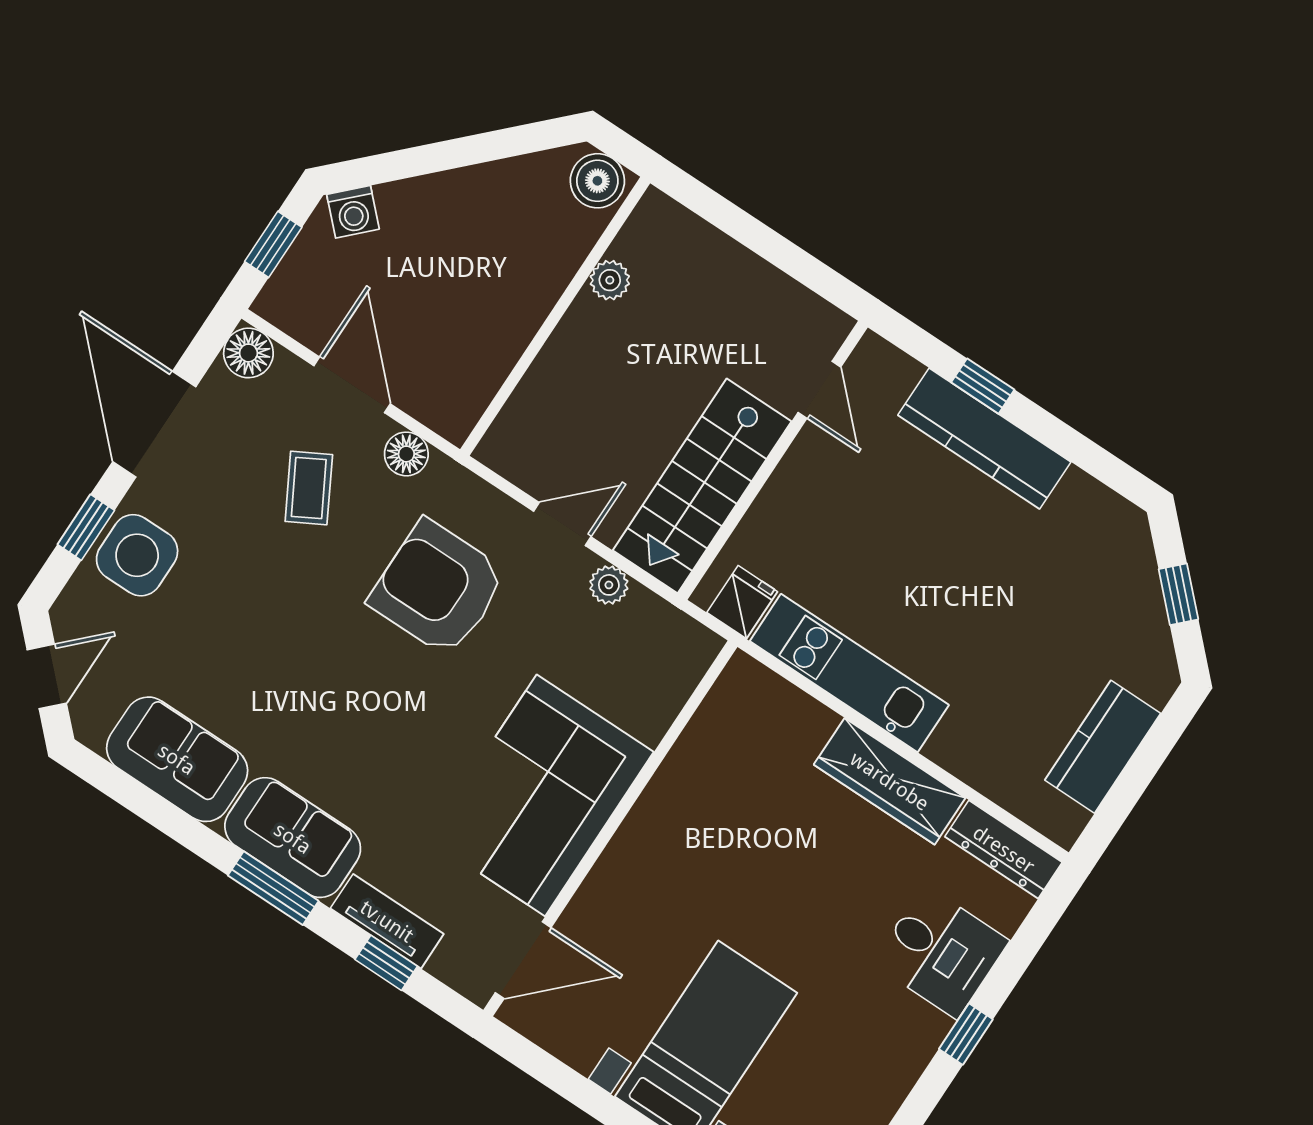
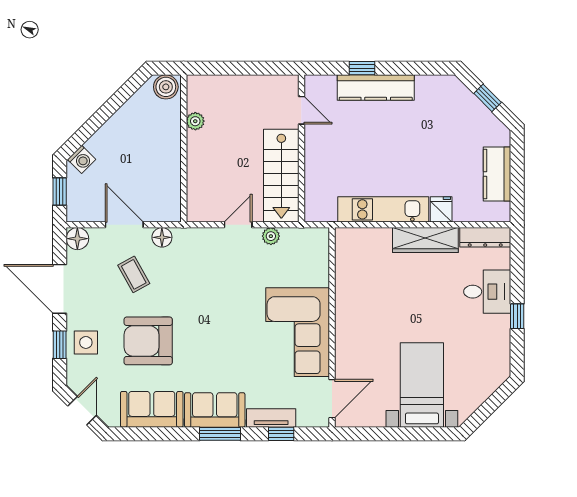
side table: (137, 555) -> (86, 342), width x0.73, depth x0.73
armchair: (438, 588) -> (148, 341), moved
fridge: (742, 602) -> (441, 209), moved

